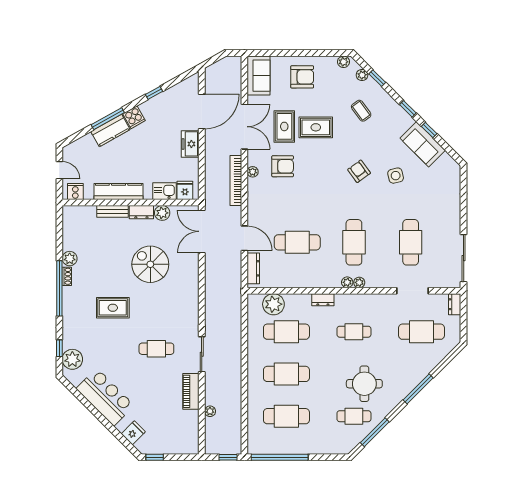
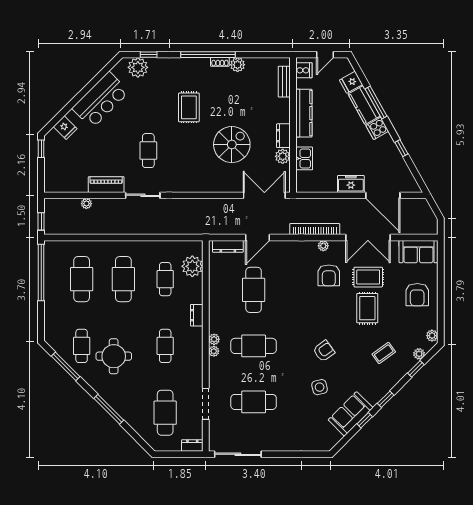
fridge: (185, 190) -> (351, 82), moved, turned 151
bench: (112, 211) -> (284, 82), moved
cafe table: (286, 332) -> (165, 279), width x0.73, depth x0.74

